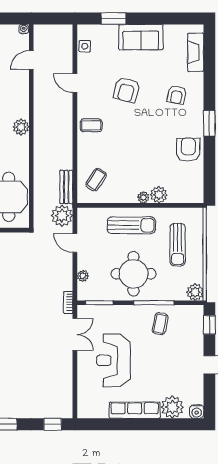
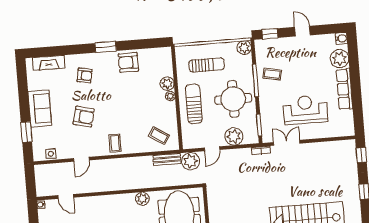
plant: (21, 127) -> (142, 199), moved
plant: (83, 276) -> (234, 136), width x1.87, depth x1.87
reception desk: (113, 360) -> (305, 110), turned 180

